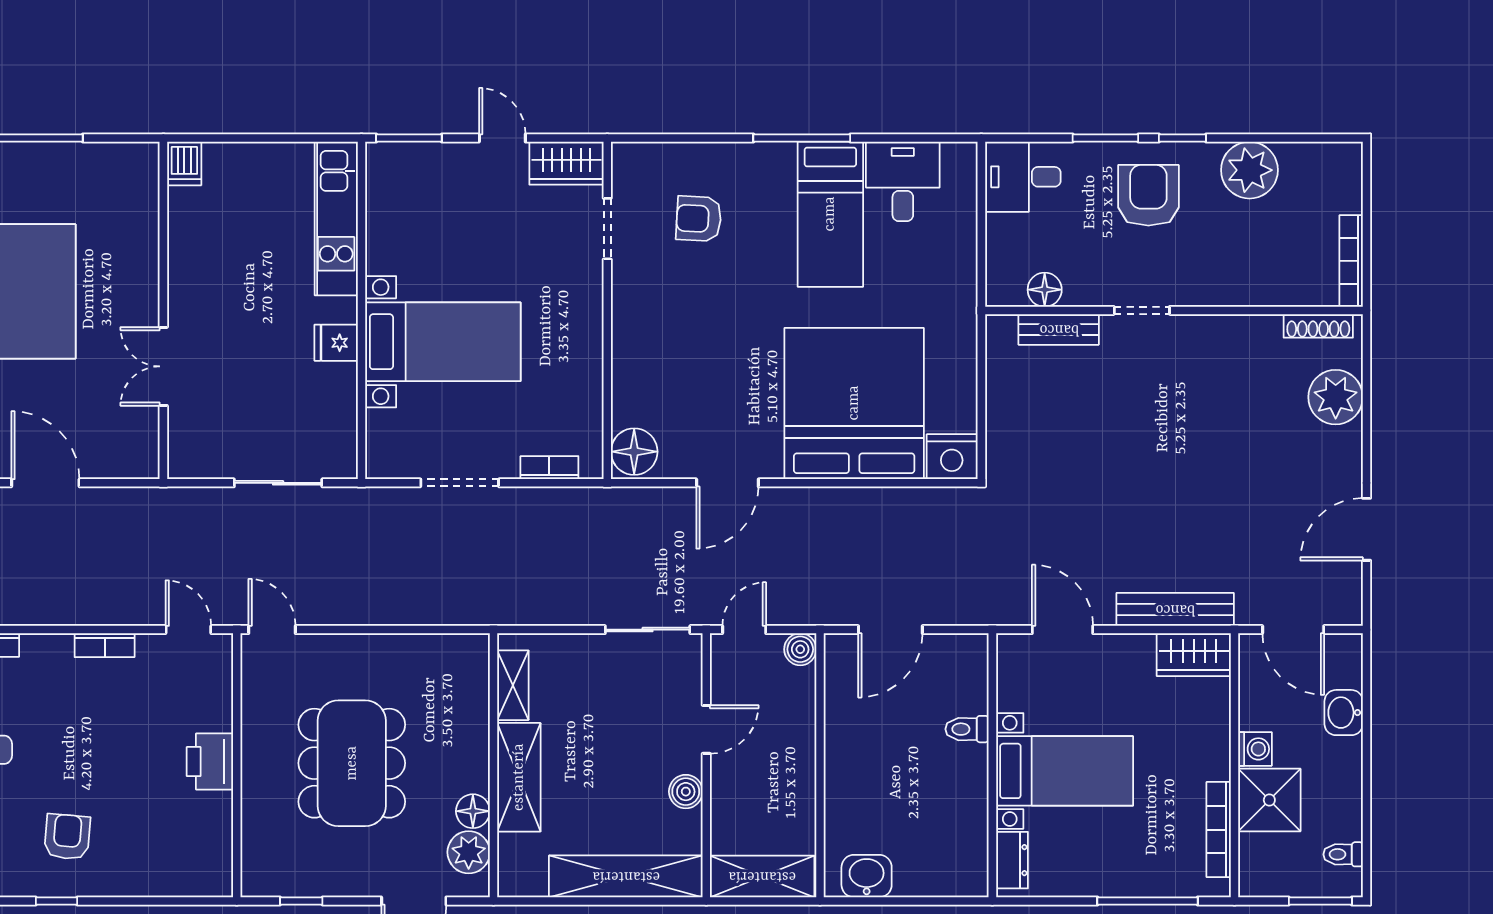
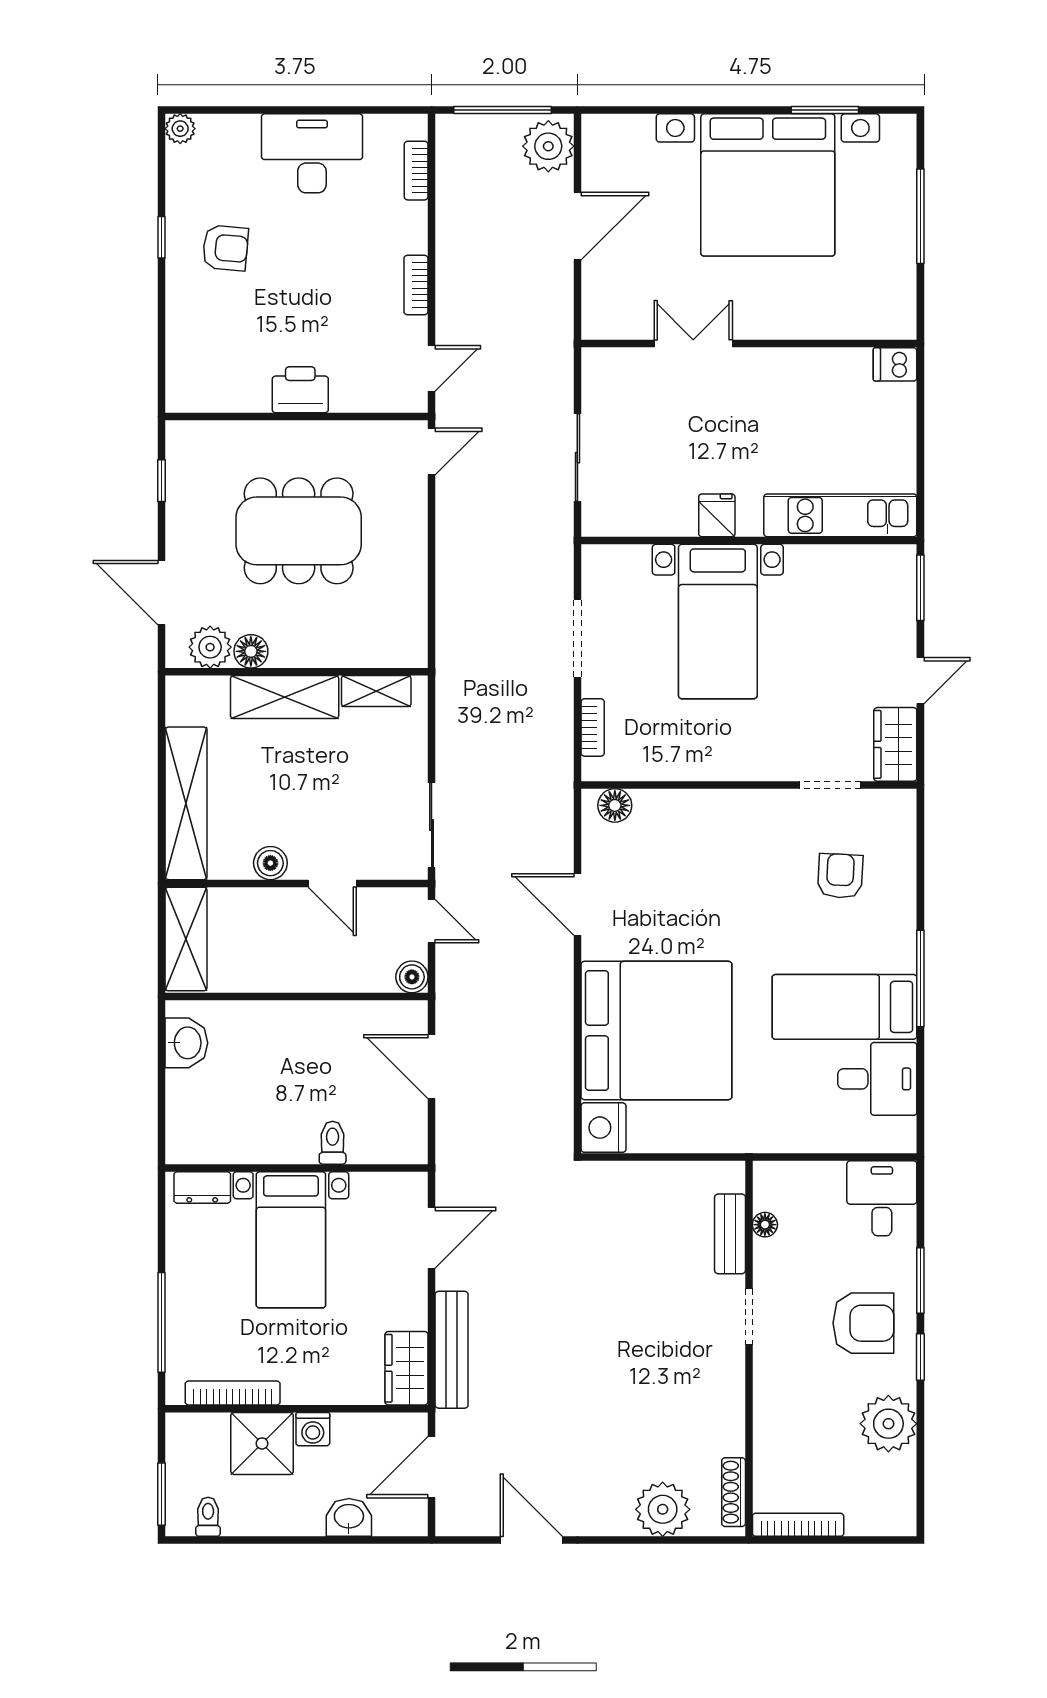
floor lamp: (1045, 290) -> (765, 1225), width x0.73, depth x0.73
floor lamp: (634, 452) -> (615, 805), width x0.73, depth x0.73

